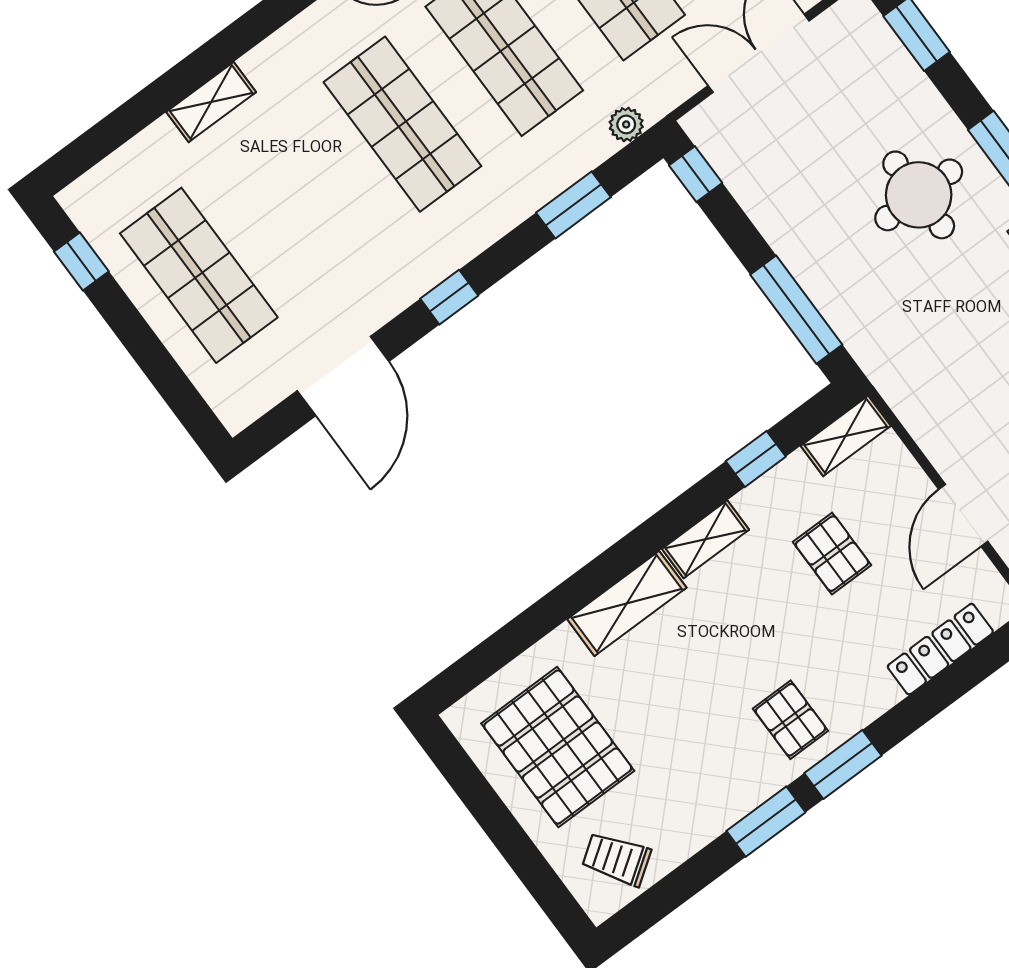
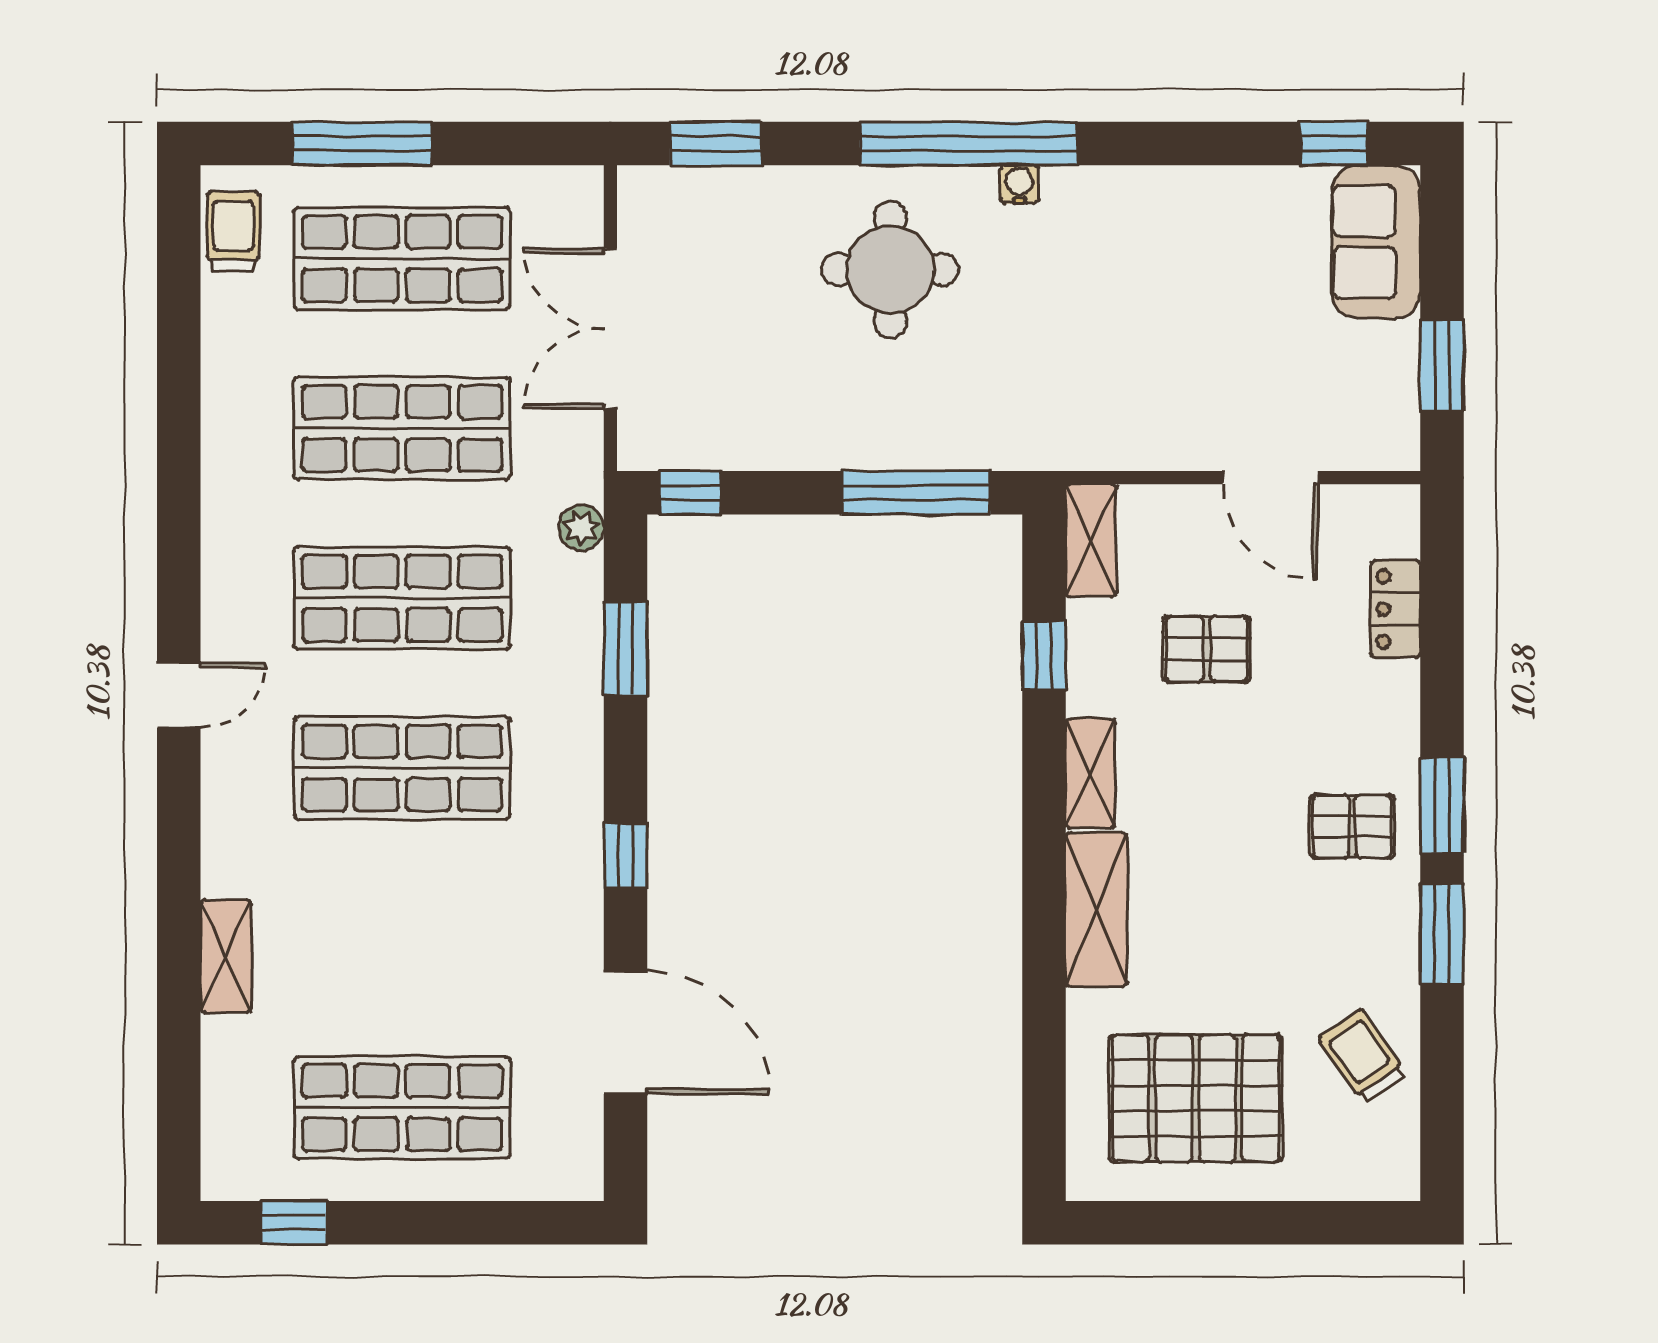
locker: (940, 649) -> (1396, 609), width x0.66
trolley: (616, 859) -> (1363, 1056), moved, turned 90

